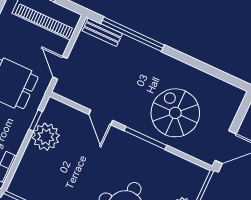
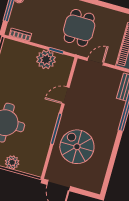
spiral stairs: (175, 113) -> (77, 147), turned -90

